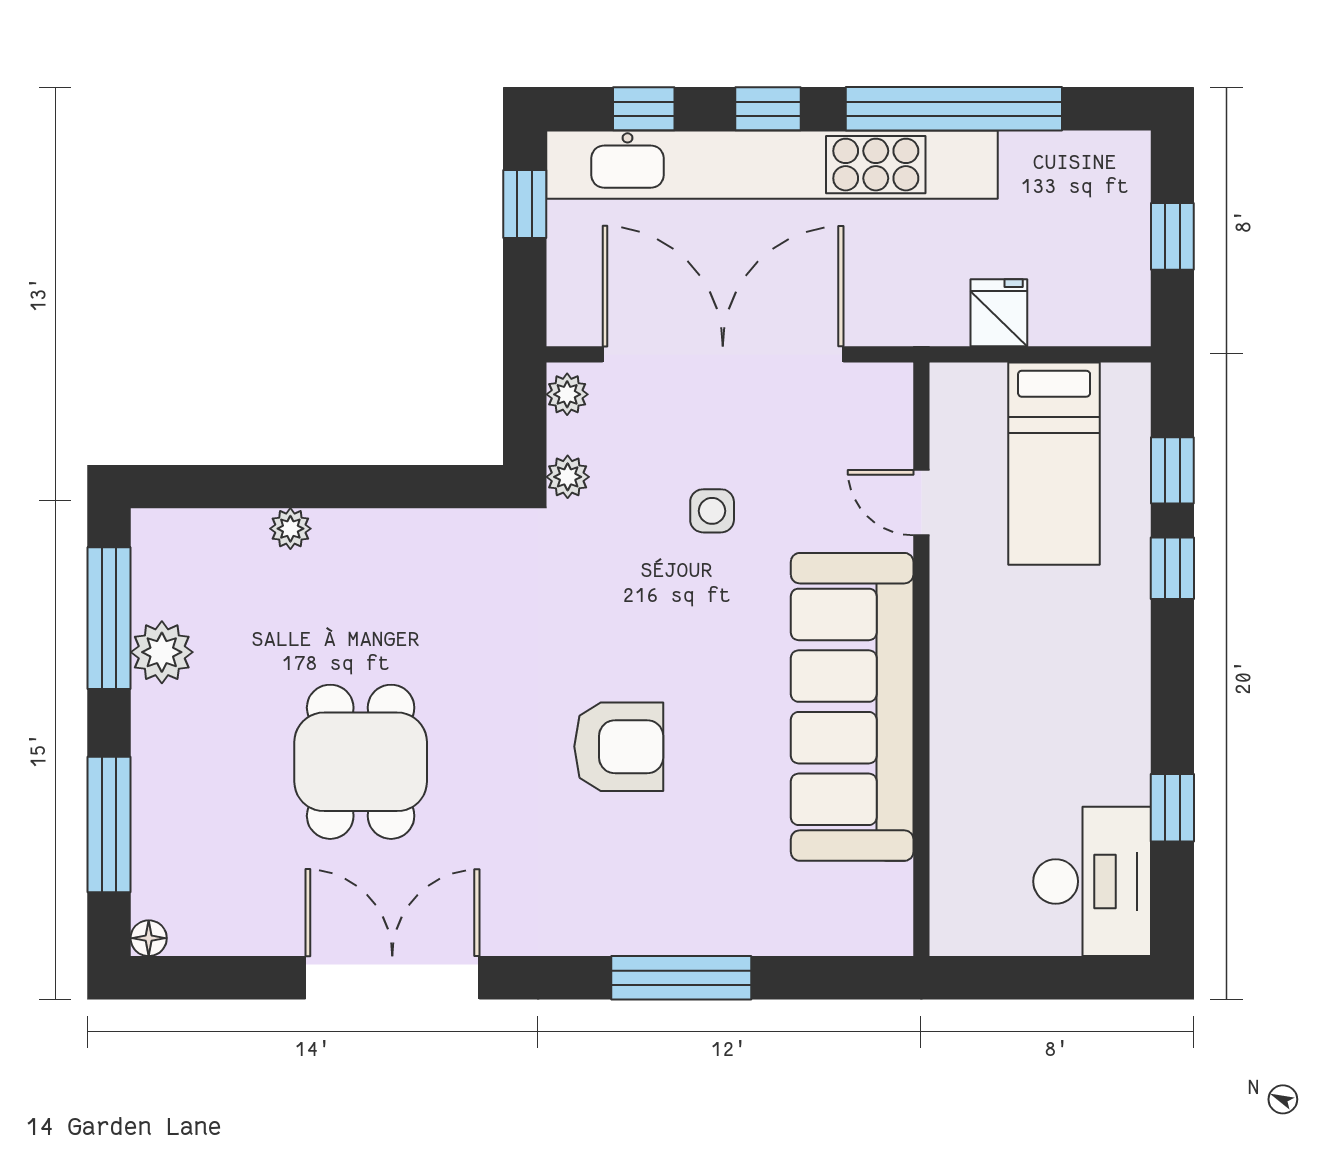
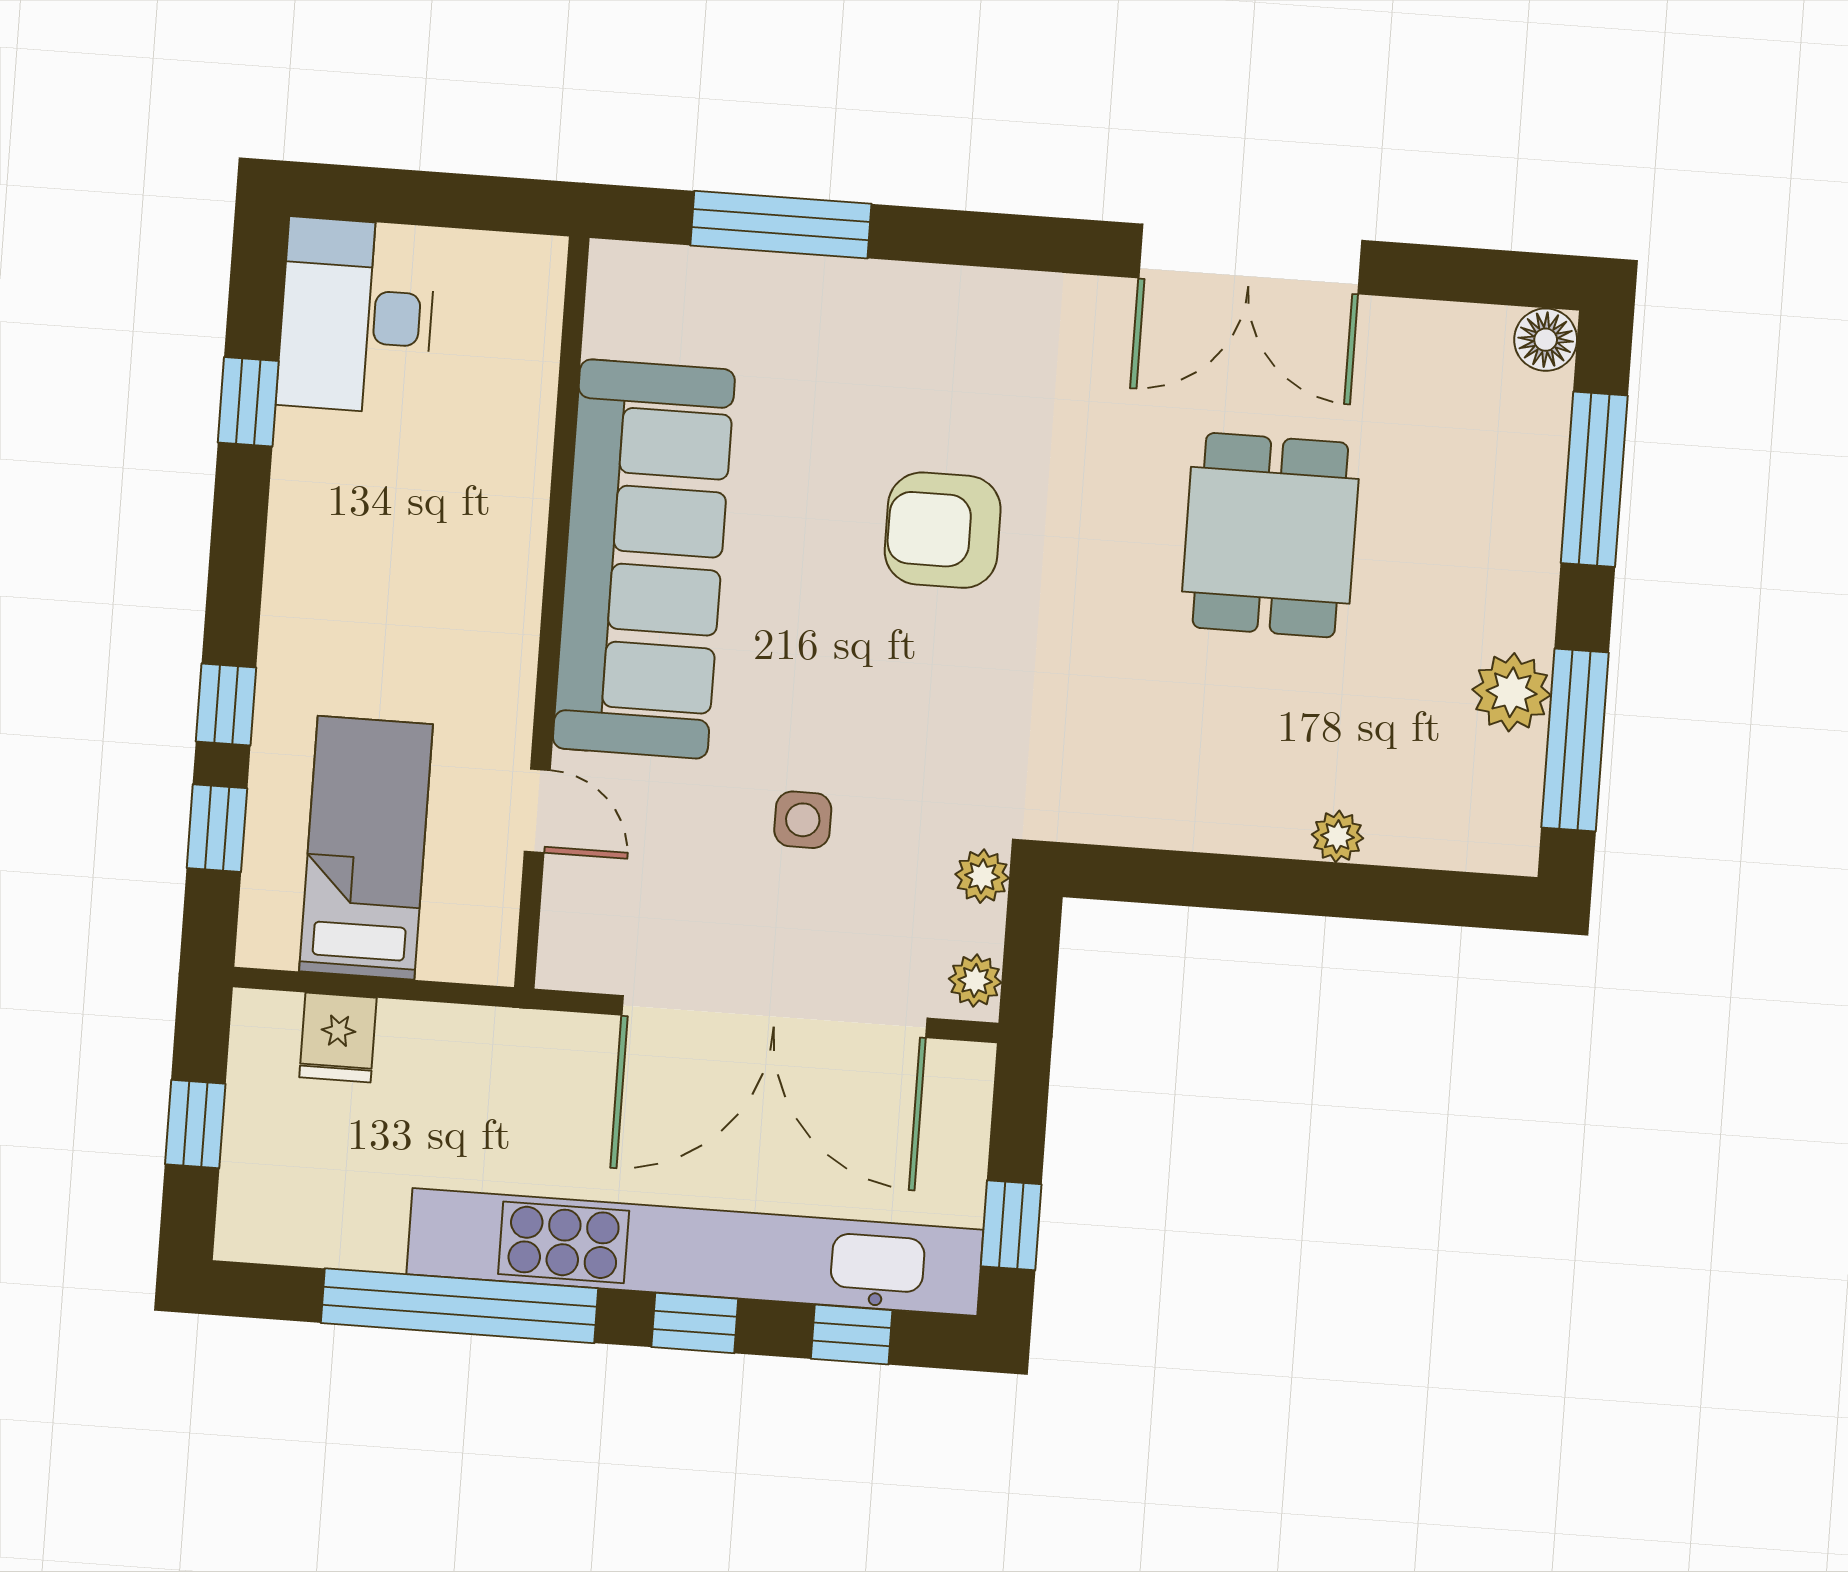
fridge: (999, 313) -> (338, 1038), moved
floor lamp: (149, 938) -> (1546, 340), width x1.37, depth x1.37
window: (681, 978) -> (781, 225), moved

